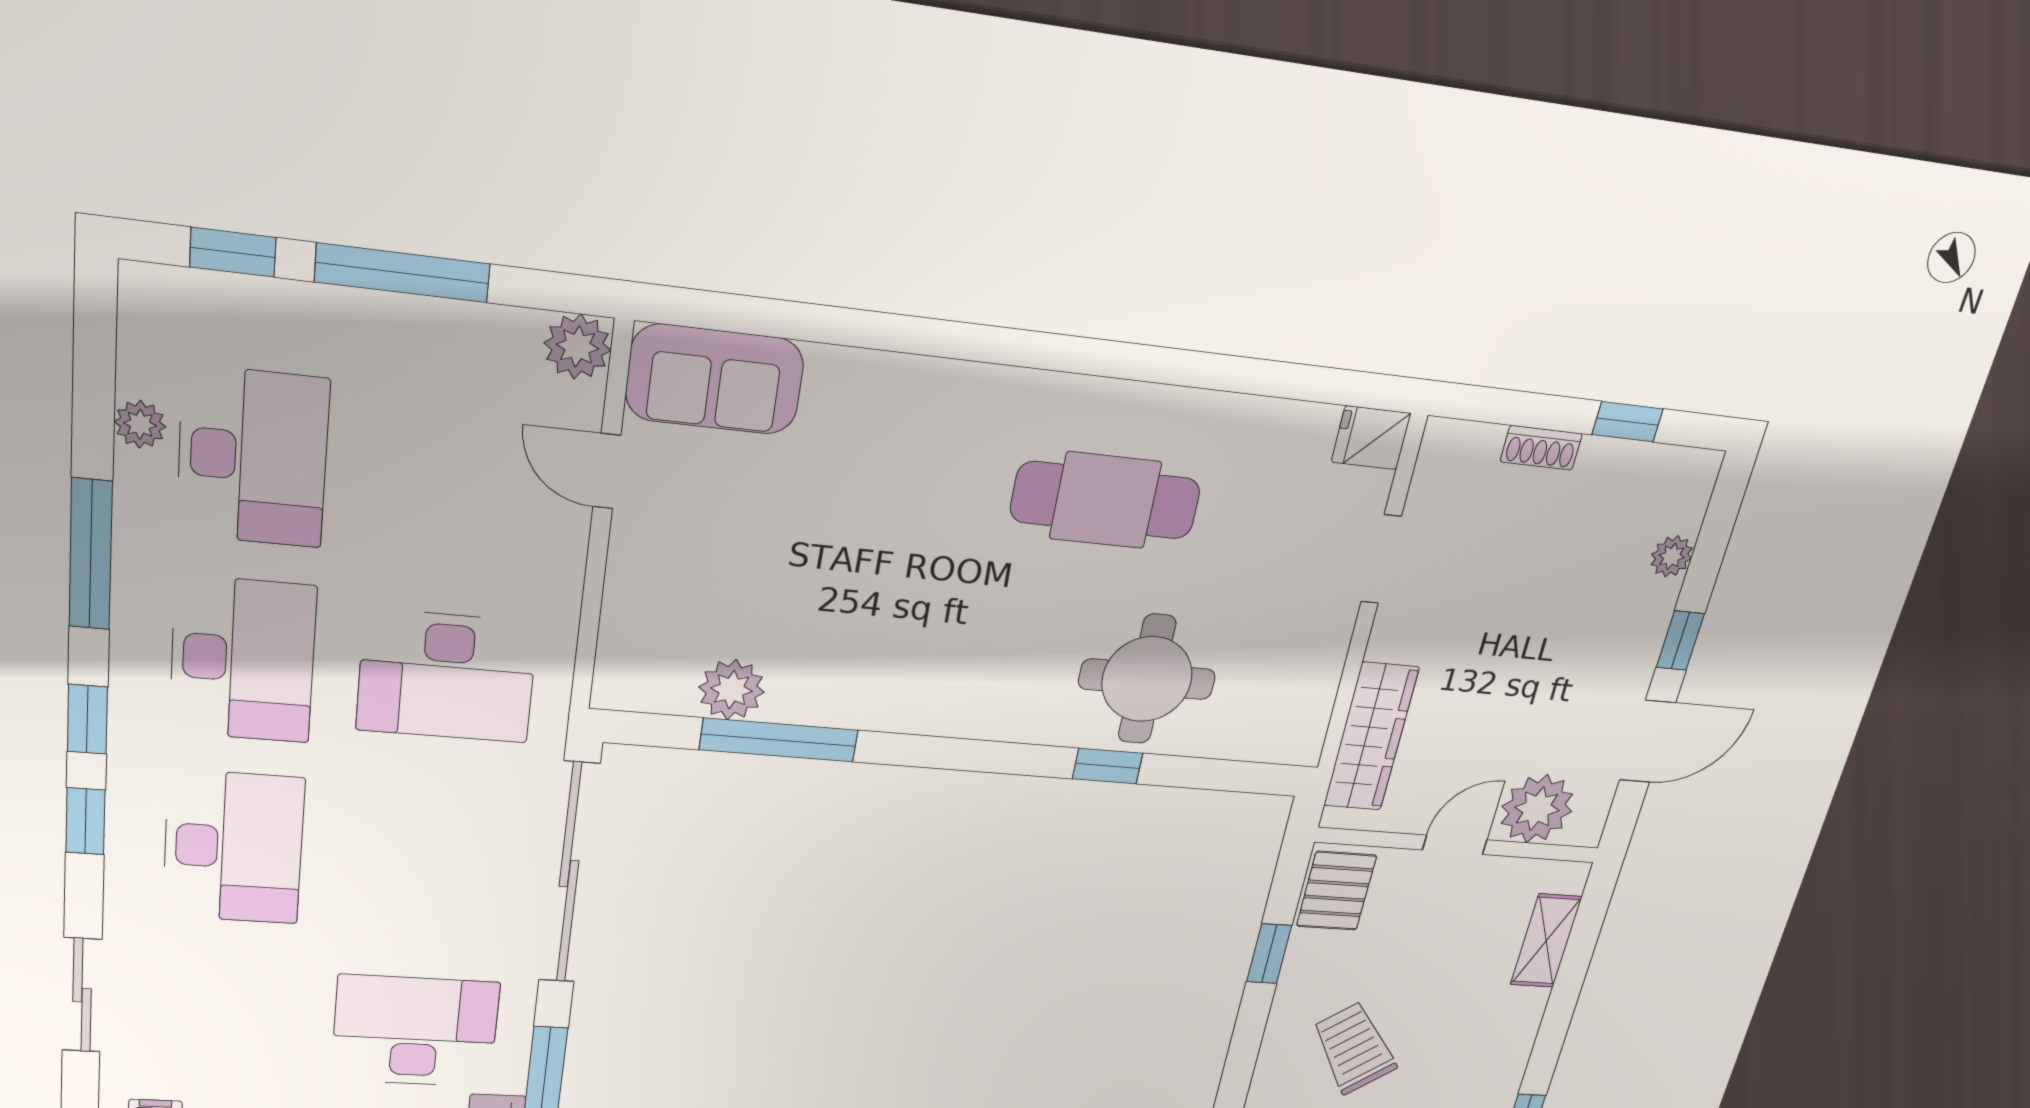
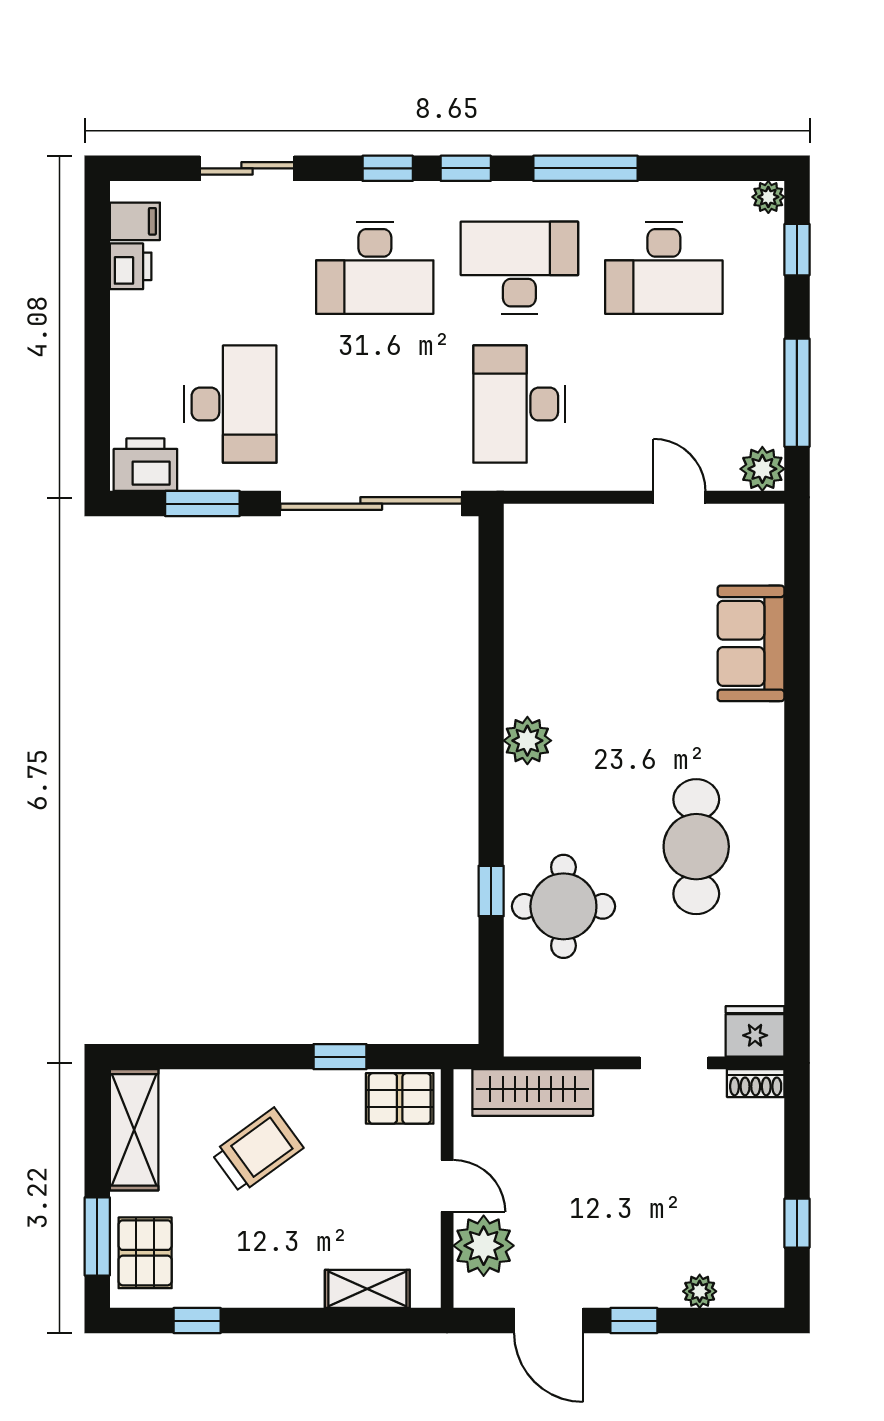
window: (403, 273) -> (797, 393), moved
sofa: (715, 379) -> (751, 643), moved
plant: (140, 424) -> (768, 197), moved
fridge: (1371, 438) -> (755, 1031), width x1.38
shoe rack: (1541, 448) -> (756, 1083), moved, turned -90
door: (607, 471) -> (679, 497), hinge flipped
desk: (243, 660) -> (519, 268), turned 180
plant: (732, 690) -> (527, 741), moved
window: (779, 740) -> (491, 642), removed

